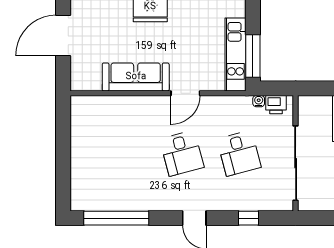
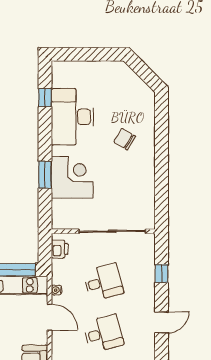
door: (185, 93) -> (49, 317), moved
water cooler: (259, 101) -> (56, 290), moved

